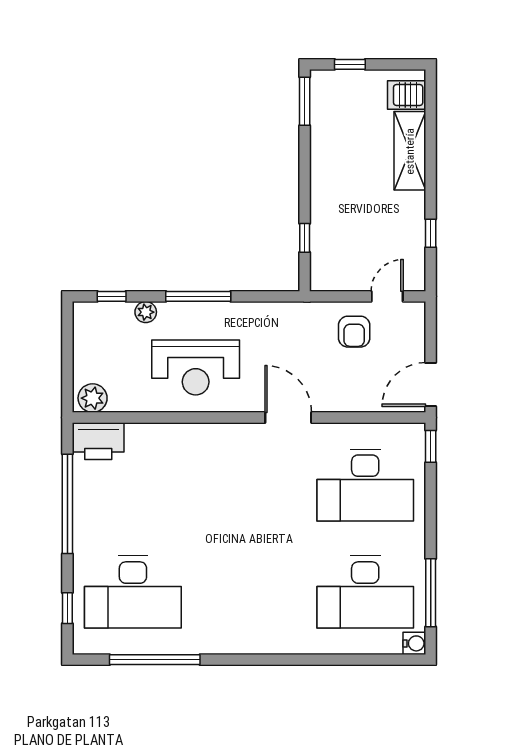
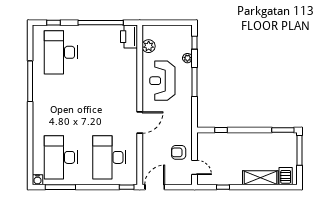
window: (350, 64) -> (300, 150), width x2.17
door: (431, 385) -> (155, 187), hinge flipped
plant: (93, 398) -> (149, 46), moved
window: (155, 660) -> (30, 81), moved

